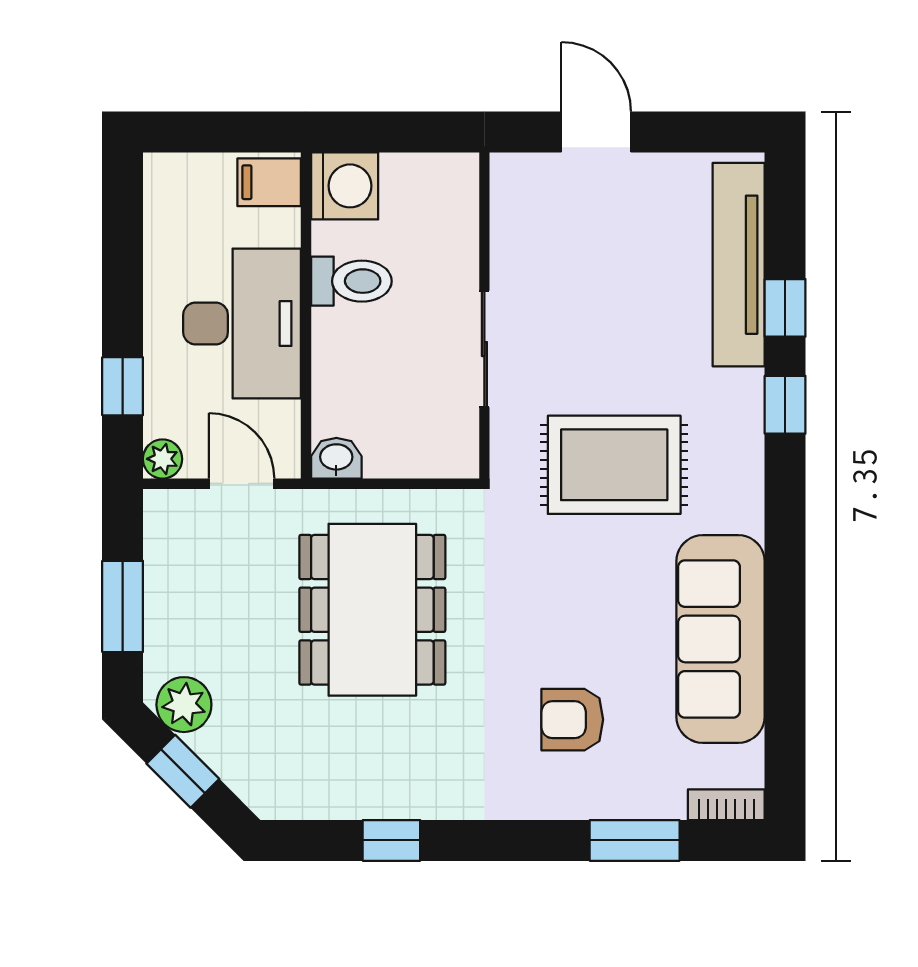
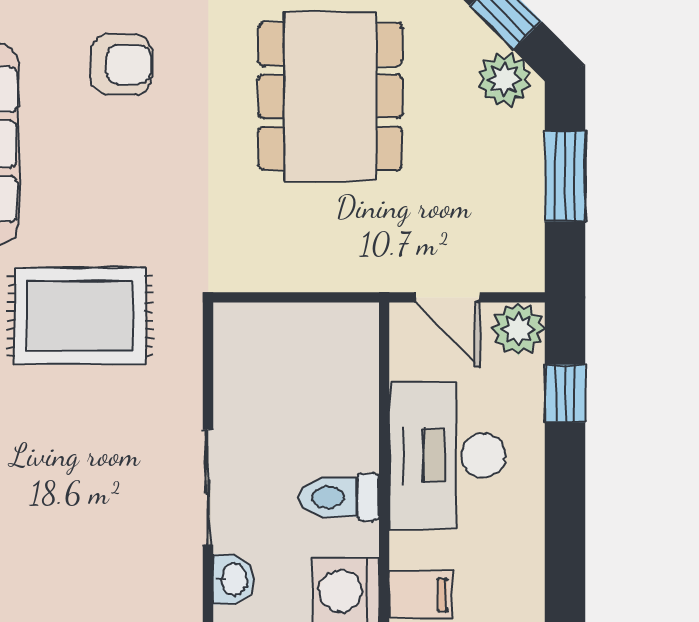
sliding door: (484, 349) -> (208, 487), moved
washbasin: (336, 458) -> (233, 580), moved, turned -90
plant: (163, 459) -> (518, 329), width x1.38, depth x1.38
dining table: (372, 610) -> (330, 96), moved

